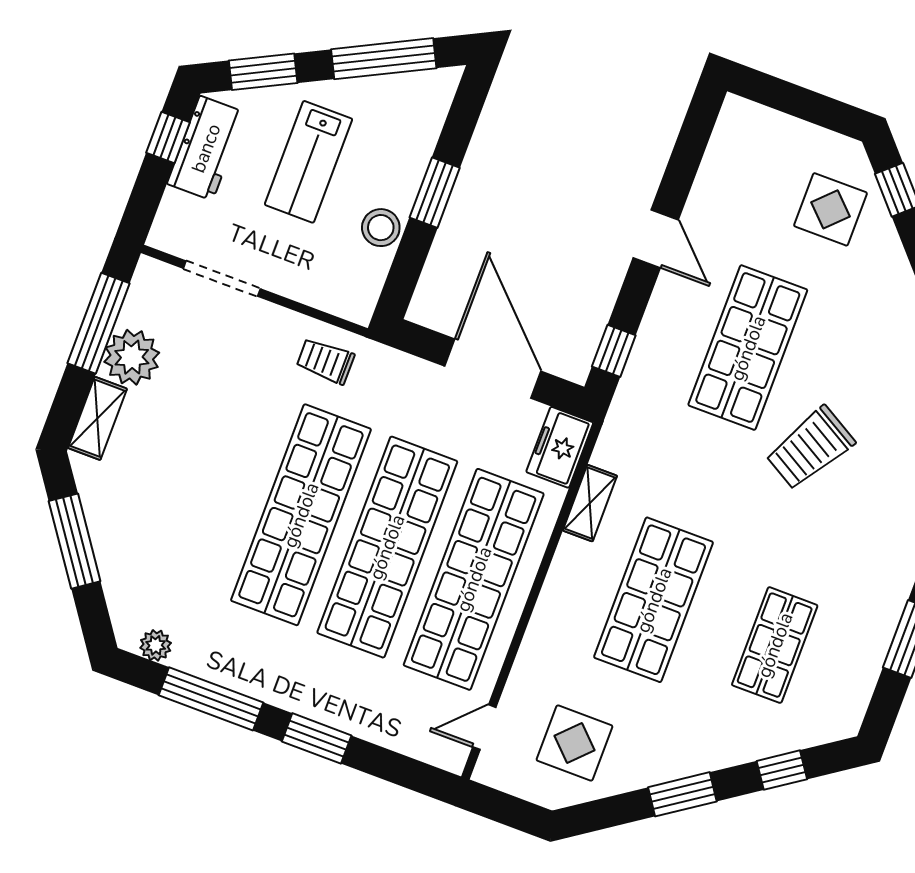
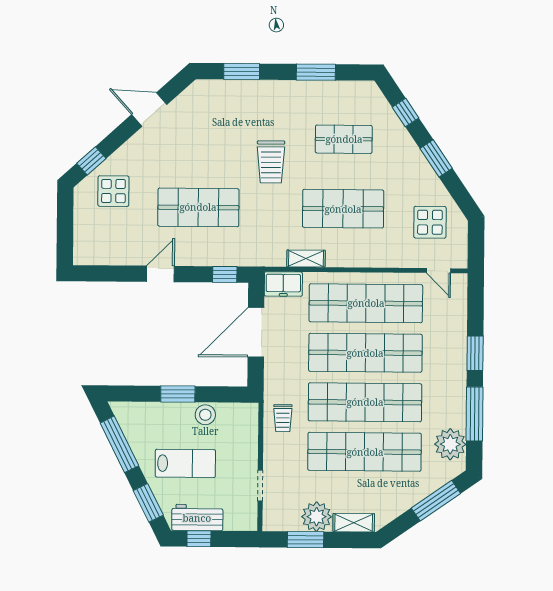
doorway: (222, 279) -> (260, 486), width x0.73
window: (99, 323) -> (306, 540), width x0.69
trolley: (810, 448) -> (271, 162), moved, turned 60
shop shelf: (215, 482) -> (365, 452), added
window: (75, 541) -> (436, 501), moved
plant: (156, 645) -> (450, 444), width x1.88, depth x1.88

